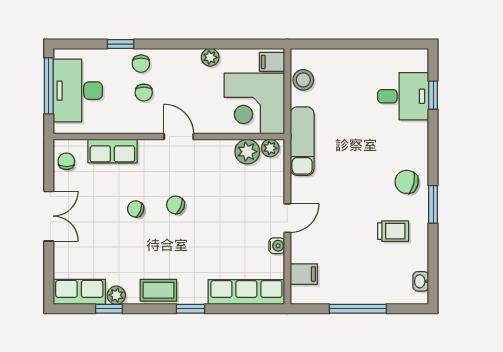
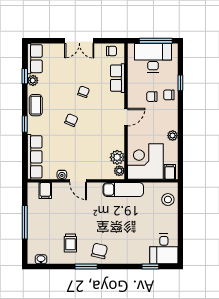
stool: (303, 80) -> (168, 200), moved
desk: (403, 96) -> (164, 249), moved
chair: (176, 205) -> (71, 120), moved

